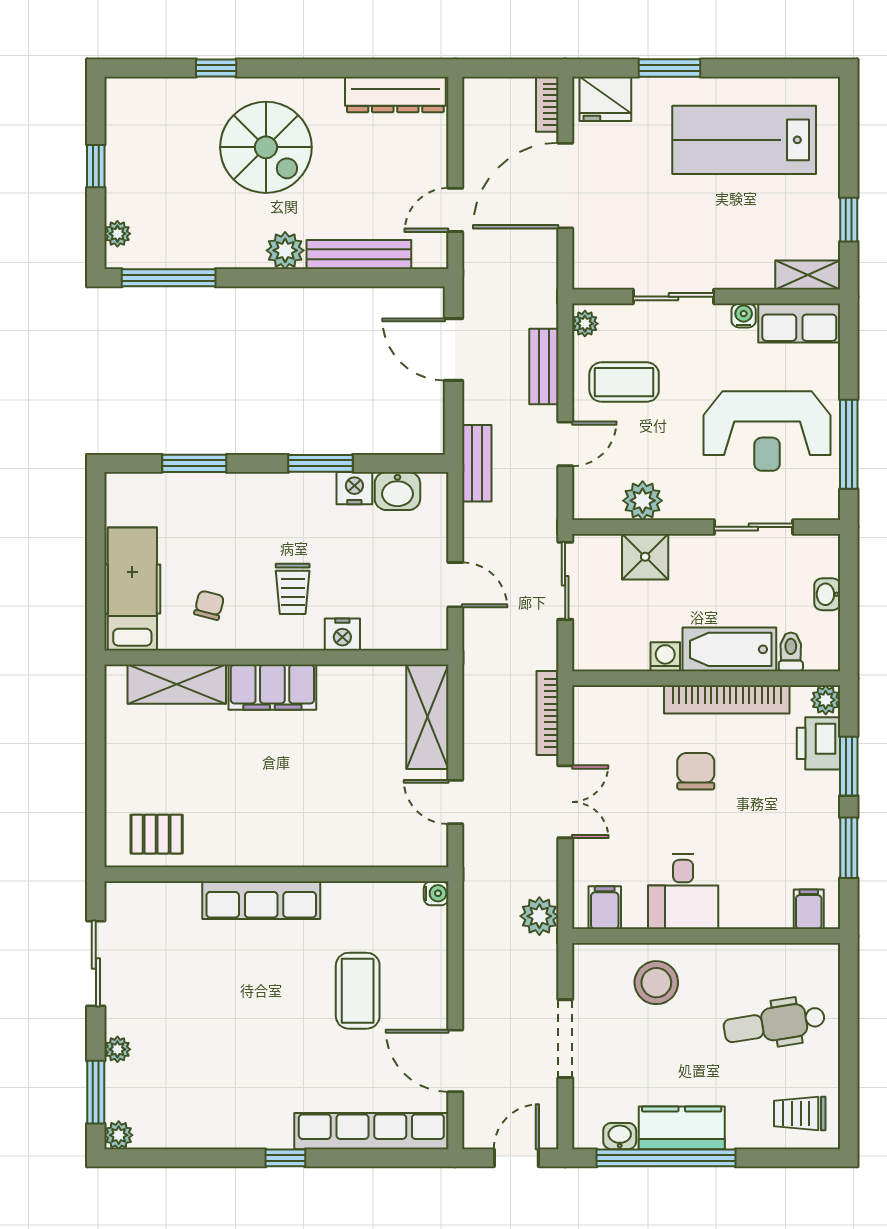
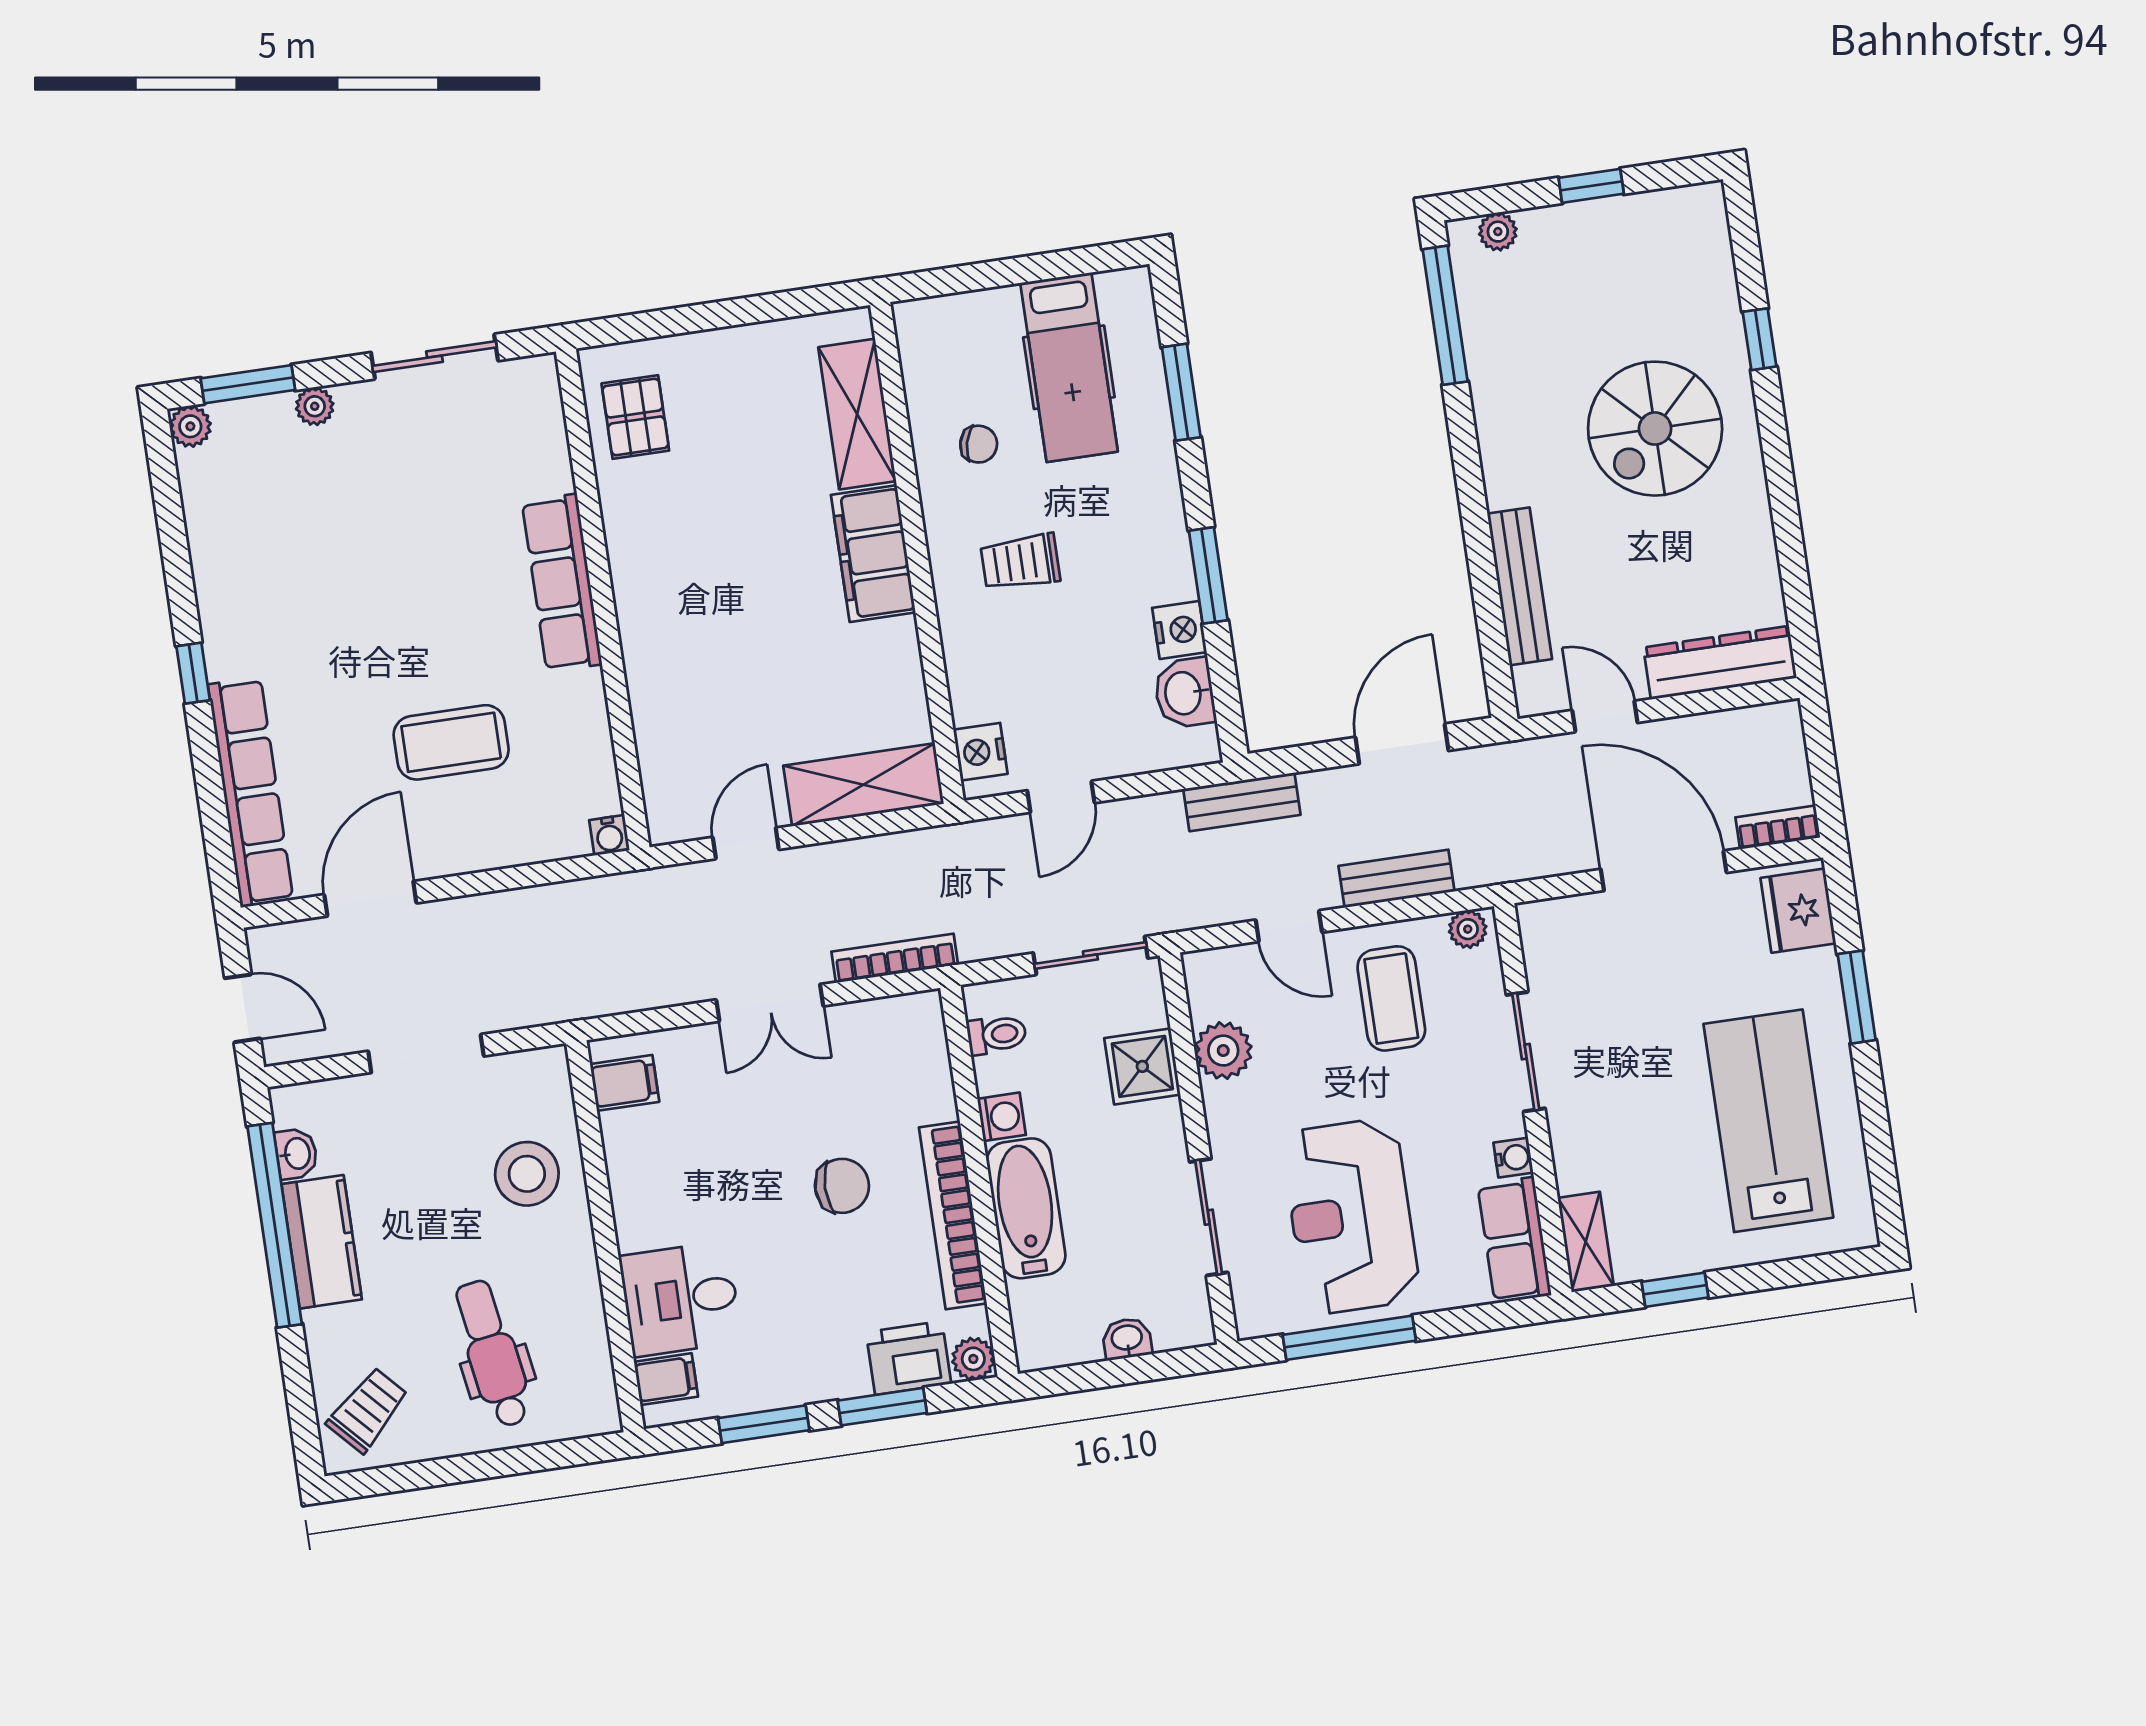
dresser: (395, 94) -> (1720, 663), moved, turned 90
plant: (285, 250) -> (1510, 478), removed
hospital bed: (132, 589) -> (1069, 367), moved, turned 90
nightstand: (342, 635) -> (980, 752), moved
toilet: (791, 652) -> (997, 1035), moved
desk: (683, 891) -> (680, 1299), moved
plant: (539, 916) -> (598, 990), removed
trolley: (800, 1114) -> (368, 1410), turned 47

